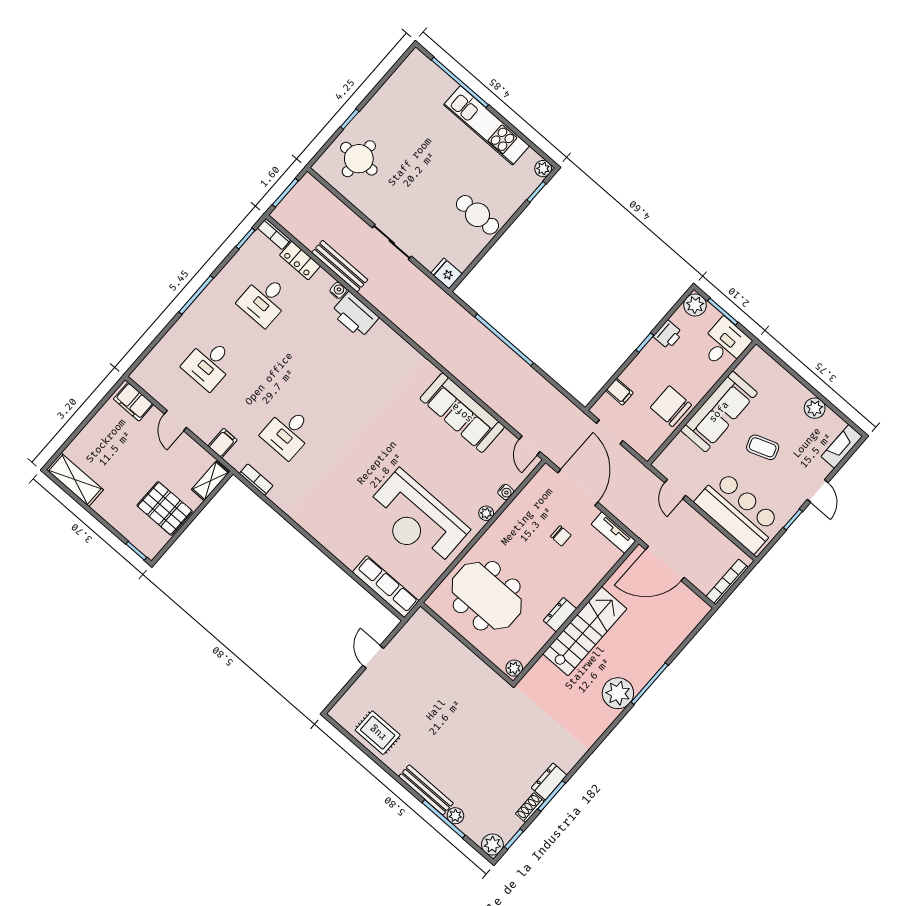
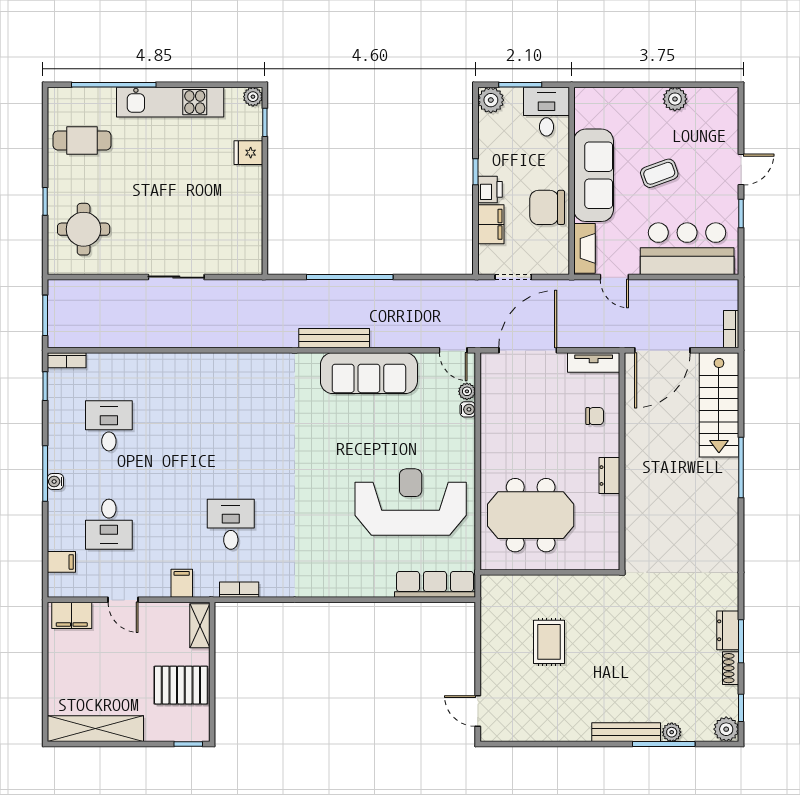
cafe table: (477, 215) -> (82, 140), moved
locker: (300, 261) -> (110, 364), removed
bench: (340, 266) -> (334, 338), moved
fridge: (446, 273) -> (248, 153), moved
water cooler: (338, 290) -> (55, 482), moved, turned -90
desk: (264, 300) -> (109, 426), turned 180
printer: (355, 315) -> (200, 370), removed
printer: (668, 335) -> (490, 189), moved
filing cabinet: (157, 361) -> (61, 562), added
filing cabinet: (619, 392) -> (491, 224), width x2.00
desk: (288, 433) -> (231, 524), turned 180
fireplace: (842, 446) -> (585, 248), moved, turned 180
shelving: (75, 480) -> (95, 729), width x1.47
door: (578, 488) -> (528, 350), hinge flipped
door: (818, 491) -> (741, 170), hinge flipped
plant: (486, 513) -> (467, 391), moved
reception desk: (416, 520) -> (411, 502), turned 180
chair: (561, 536) -> (595, 416), moved
bookcase: (727, 582) -> (731, 329), width x0.64
stairs: (585, 631) -> (719, 405), moved, turned 180
door: (373, 657) -> (478, 711), moved
plant: (514, 668) -> (610, 558), removed
plant: (618, 693) -> (721, 500), removed
rug: (378, 733) -> (549, 642), moved, turned 90

